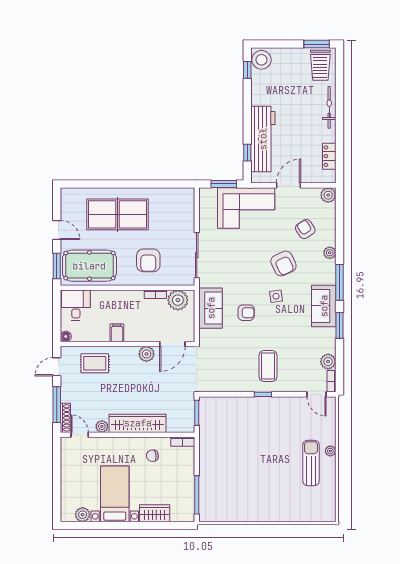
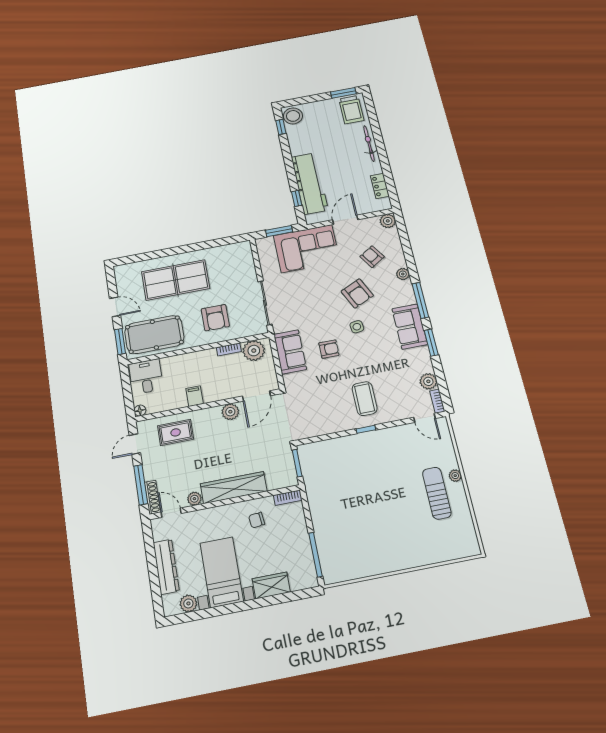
dresser: (69, 480) -> (166, 567), added

